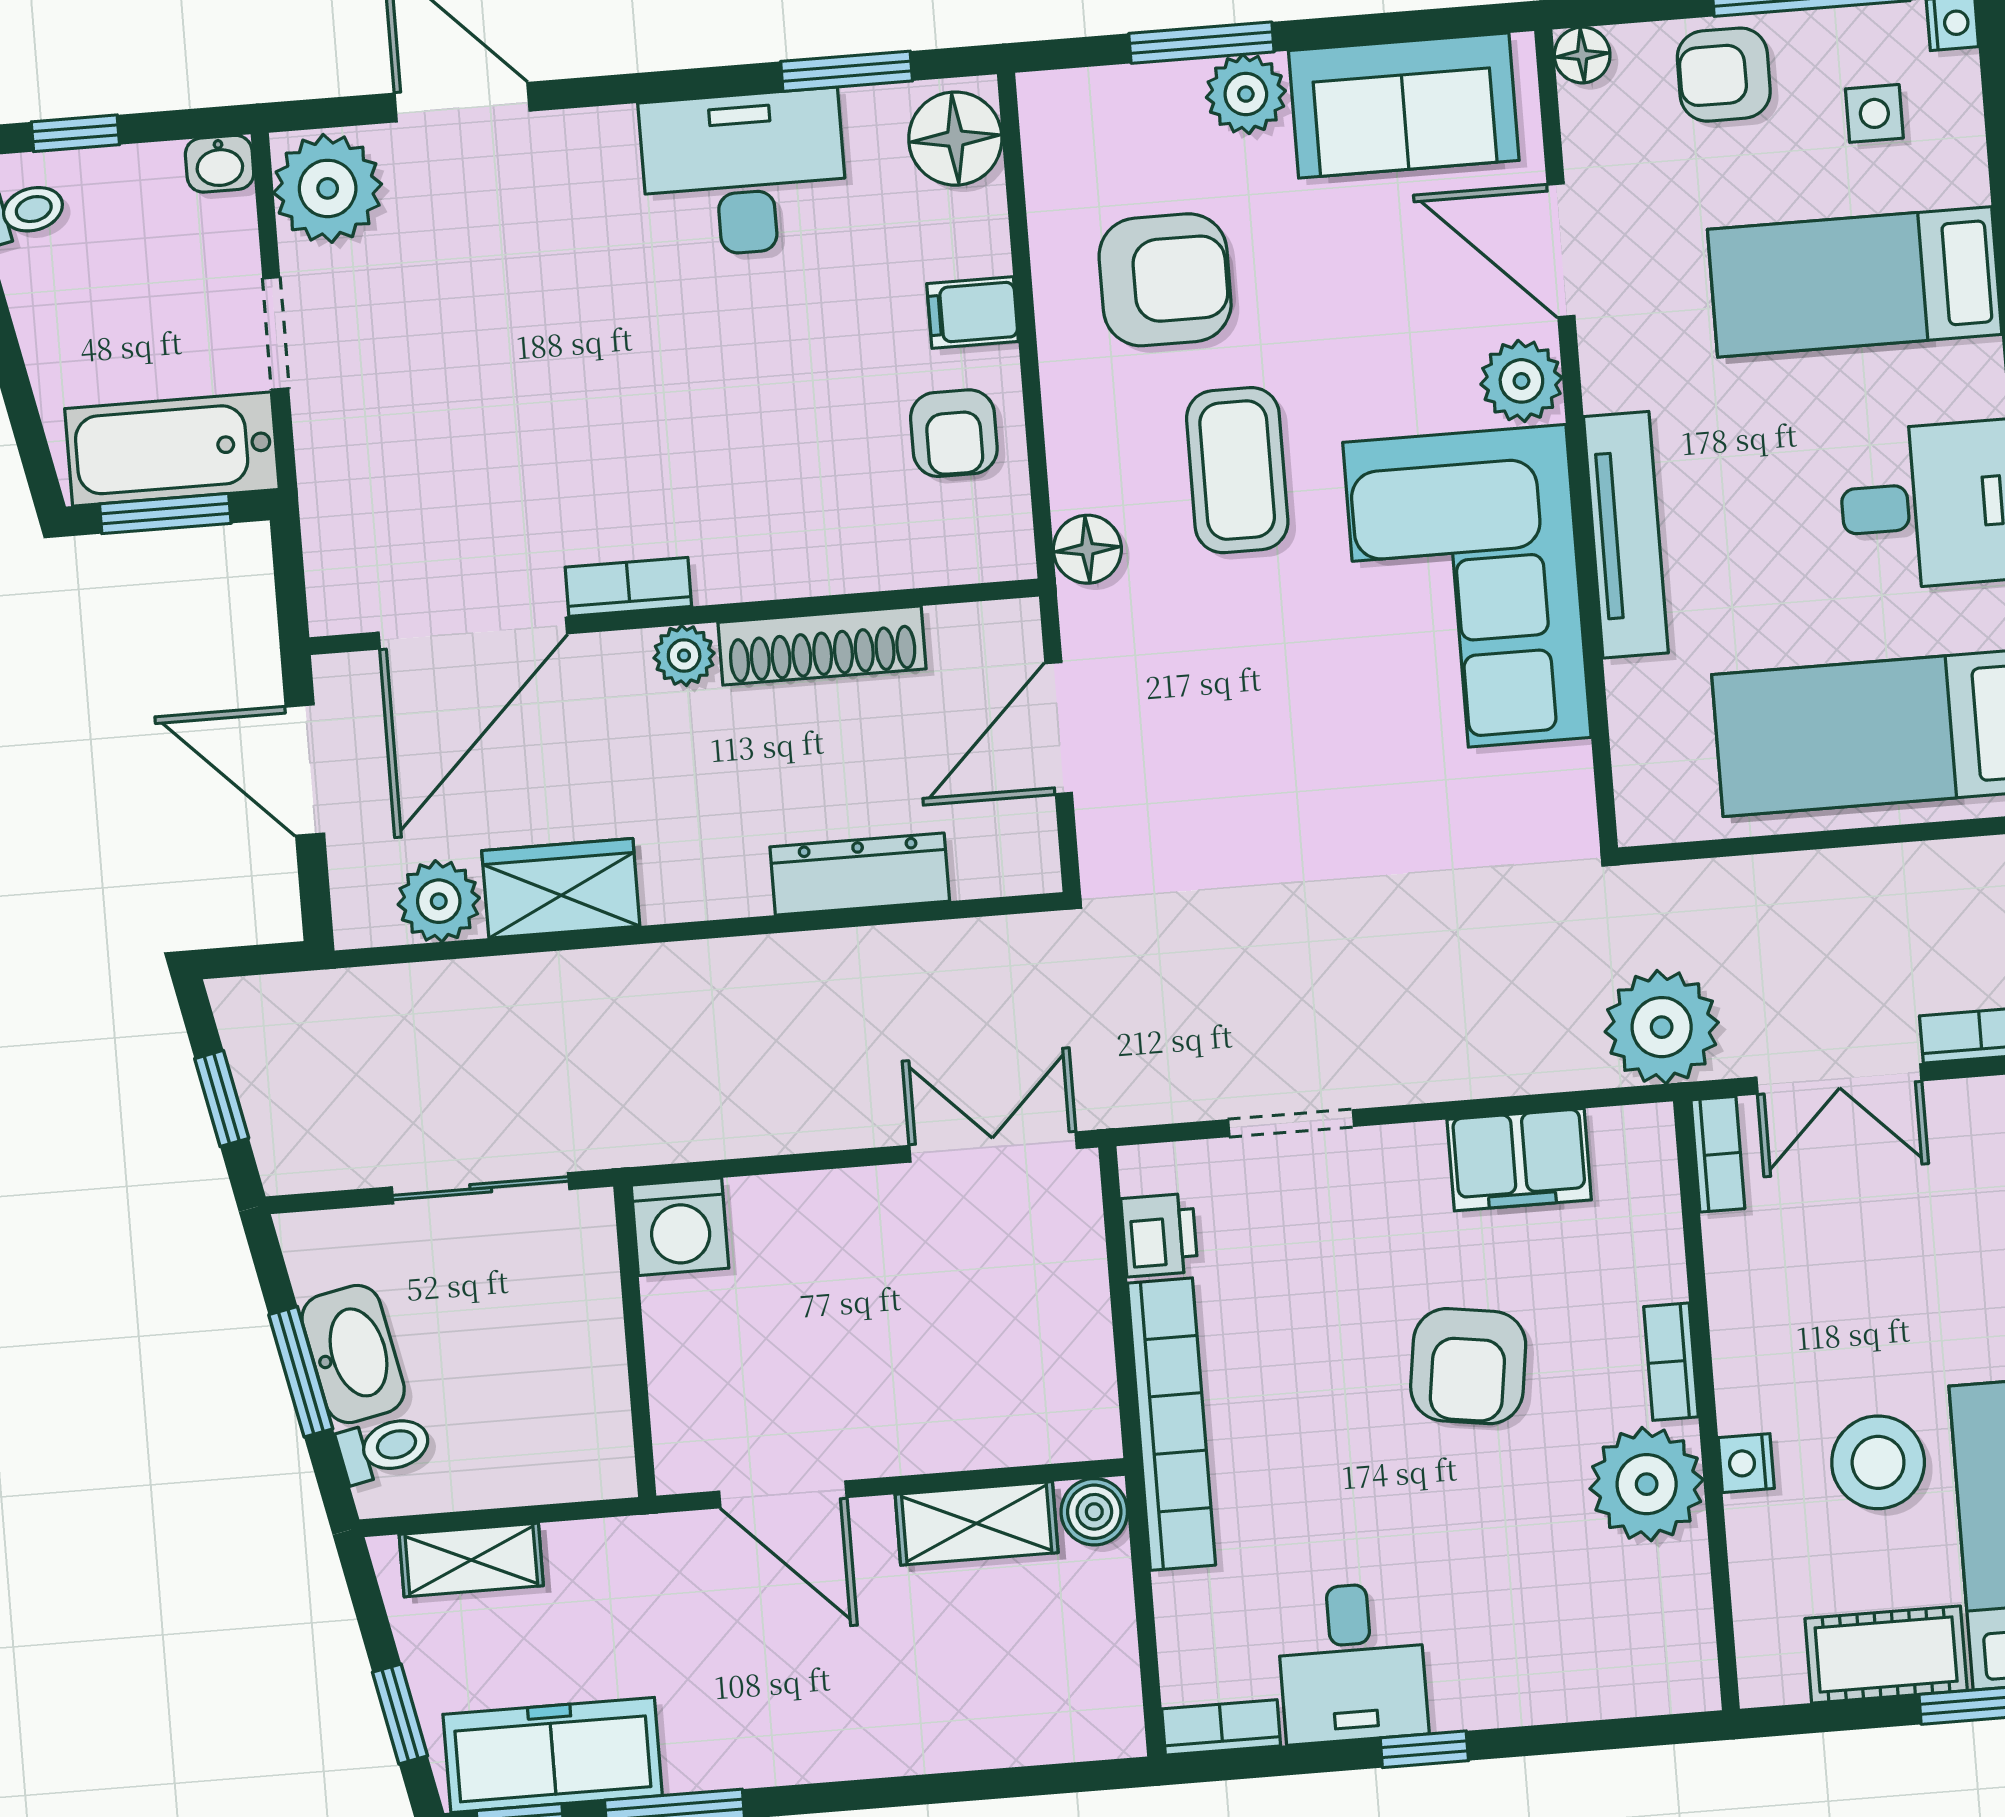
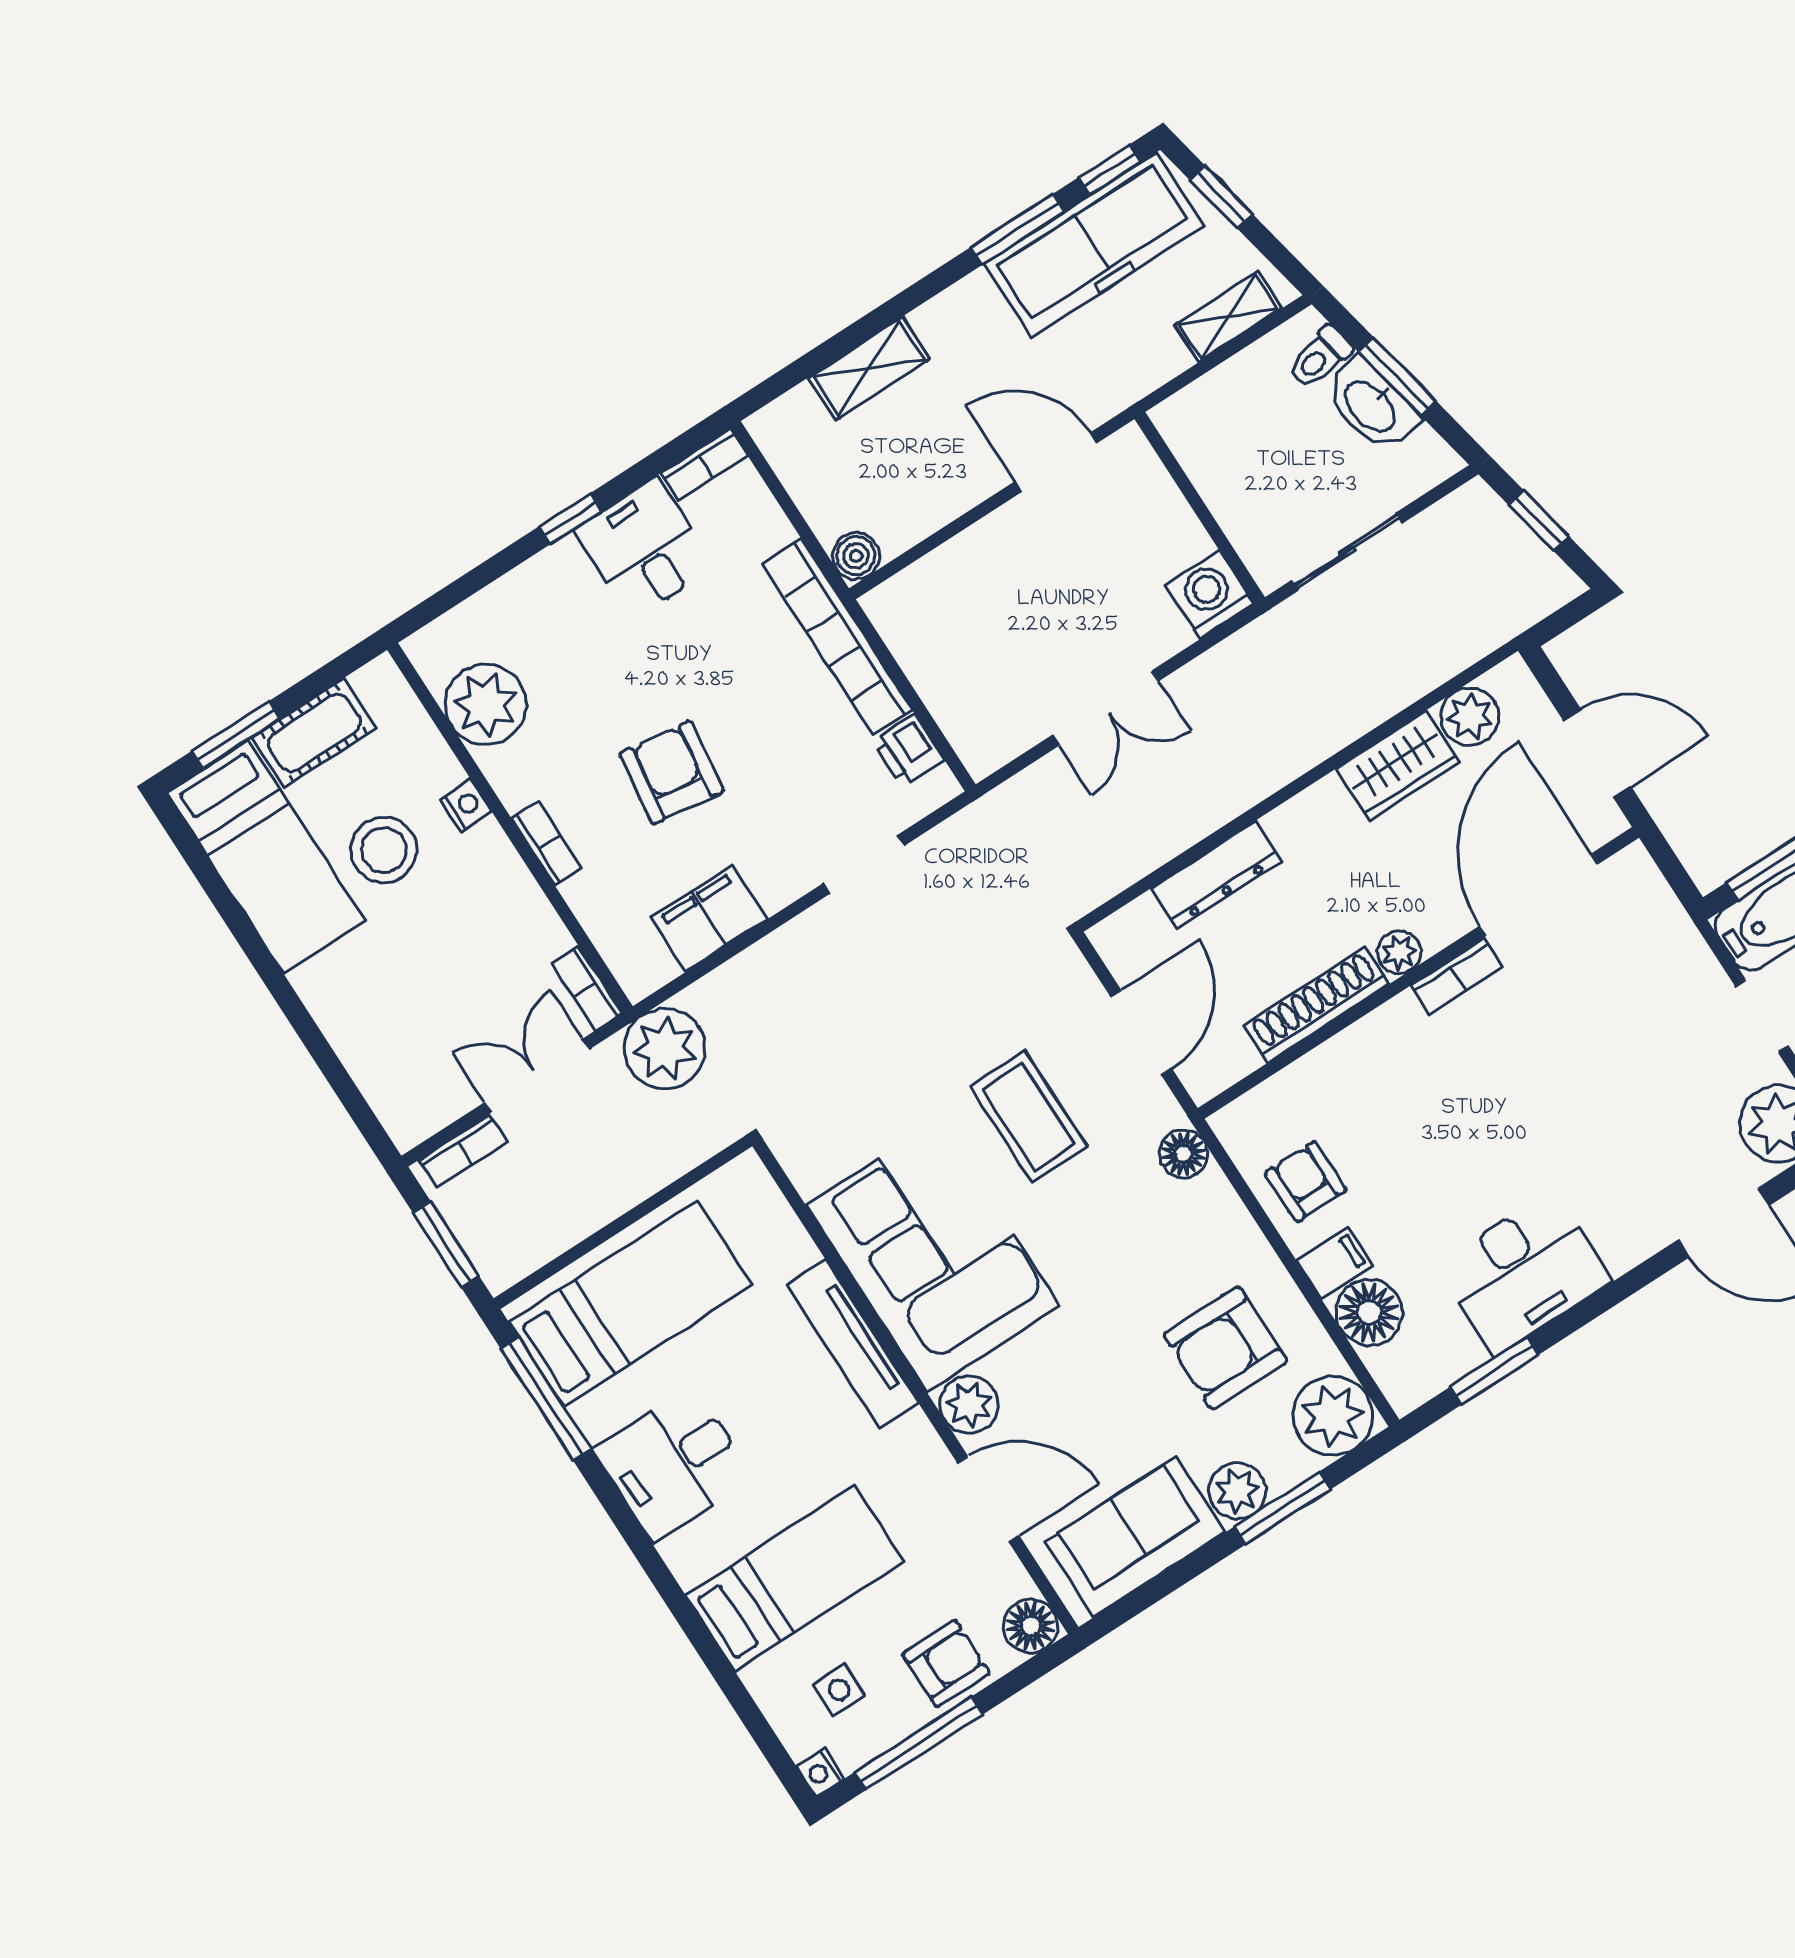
floor lamp: (1582, 55) -> (1031, 1626), width x1.37, depth x1.37
plant: (1077, 124) -> (1333, 1416), added
floor lamp: (955, 139) -> (1369, 1312), moved
coffee table: (1237, 470) -> (1028, 1117), moved
double door: (993, 1147) -> (1106, 708), moved
plant: (1647, 1484) -> (486, 704), moved
shelving: (977, 1523) -> (869, 368), moved
freezer: (553, 1755) -> (1094, 245), width x1.36, depth x1.26

